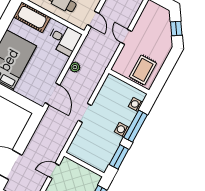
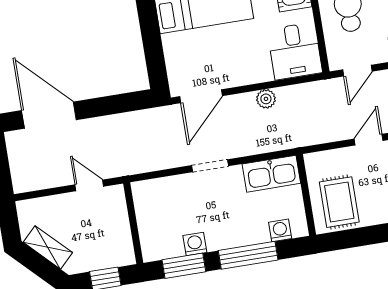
rug: (143, 70) -> (339, 202), turned 90
kitchen sink: (109, 89) -> (271, 174), added
washing machine: (122, 130) -> (195, 244), moved

